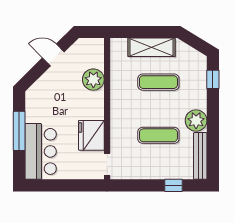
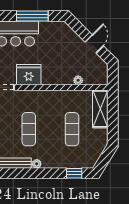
shelving: (151, 47) -> (100, 109), moved
plant: (93, 80) -> (78, 80), width x0.53, depth x0.53
plant: (196, 121) -> (37, 164), width x0.53, depth x0.53

